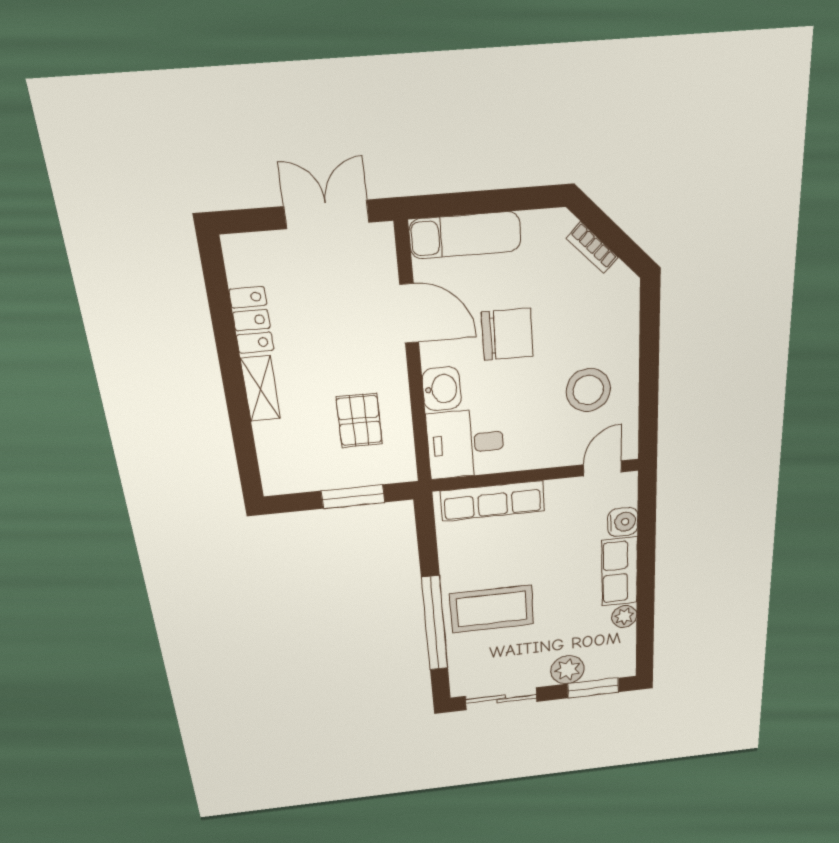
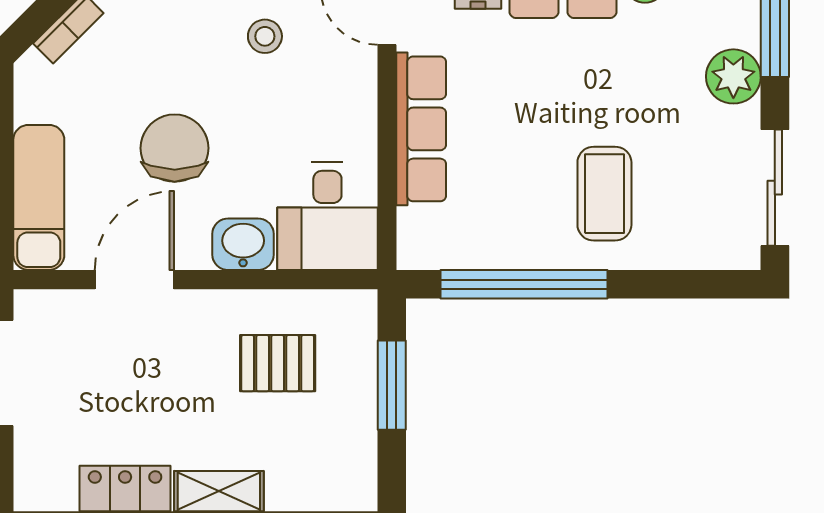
stool: (588, 390) -> (265, 36), width x0.53, depth x0.53
row of seats: (493, 501) -> (421, 129), moved
coffee table: (492, 609) -> (604, 194), width x0.73, depth x0.76
window: (435, 624) -> (524, 284), moved

